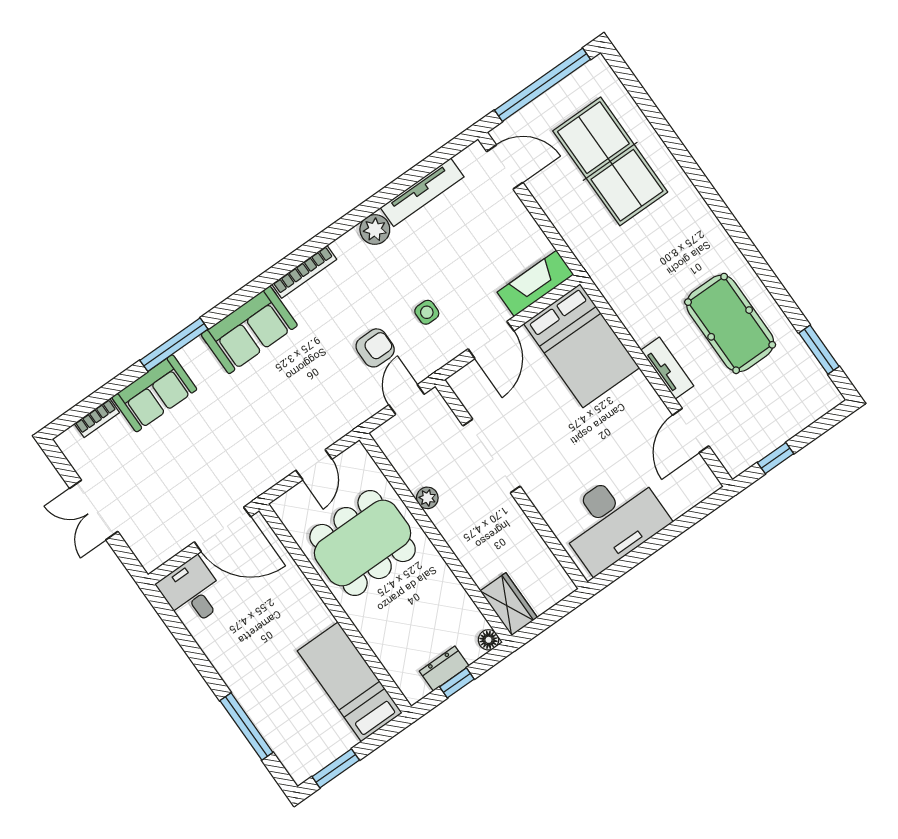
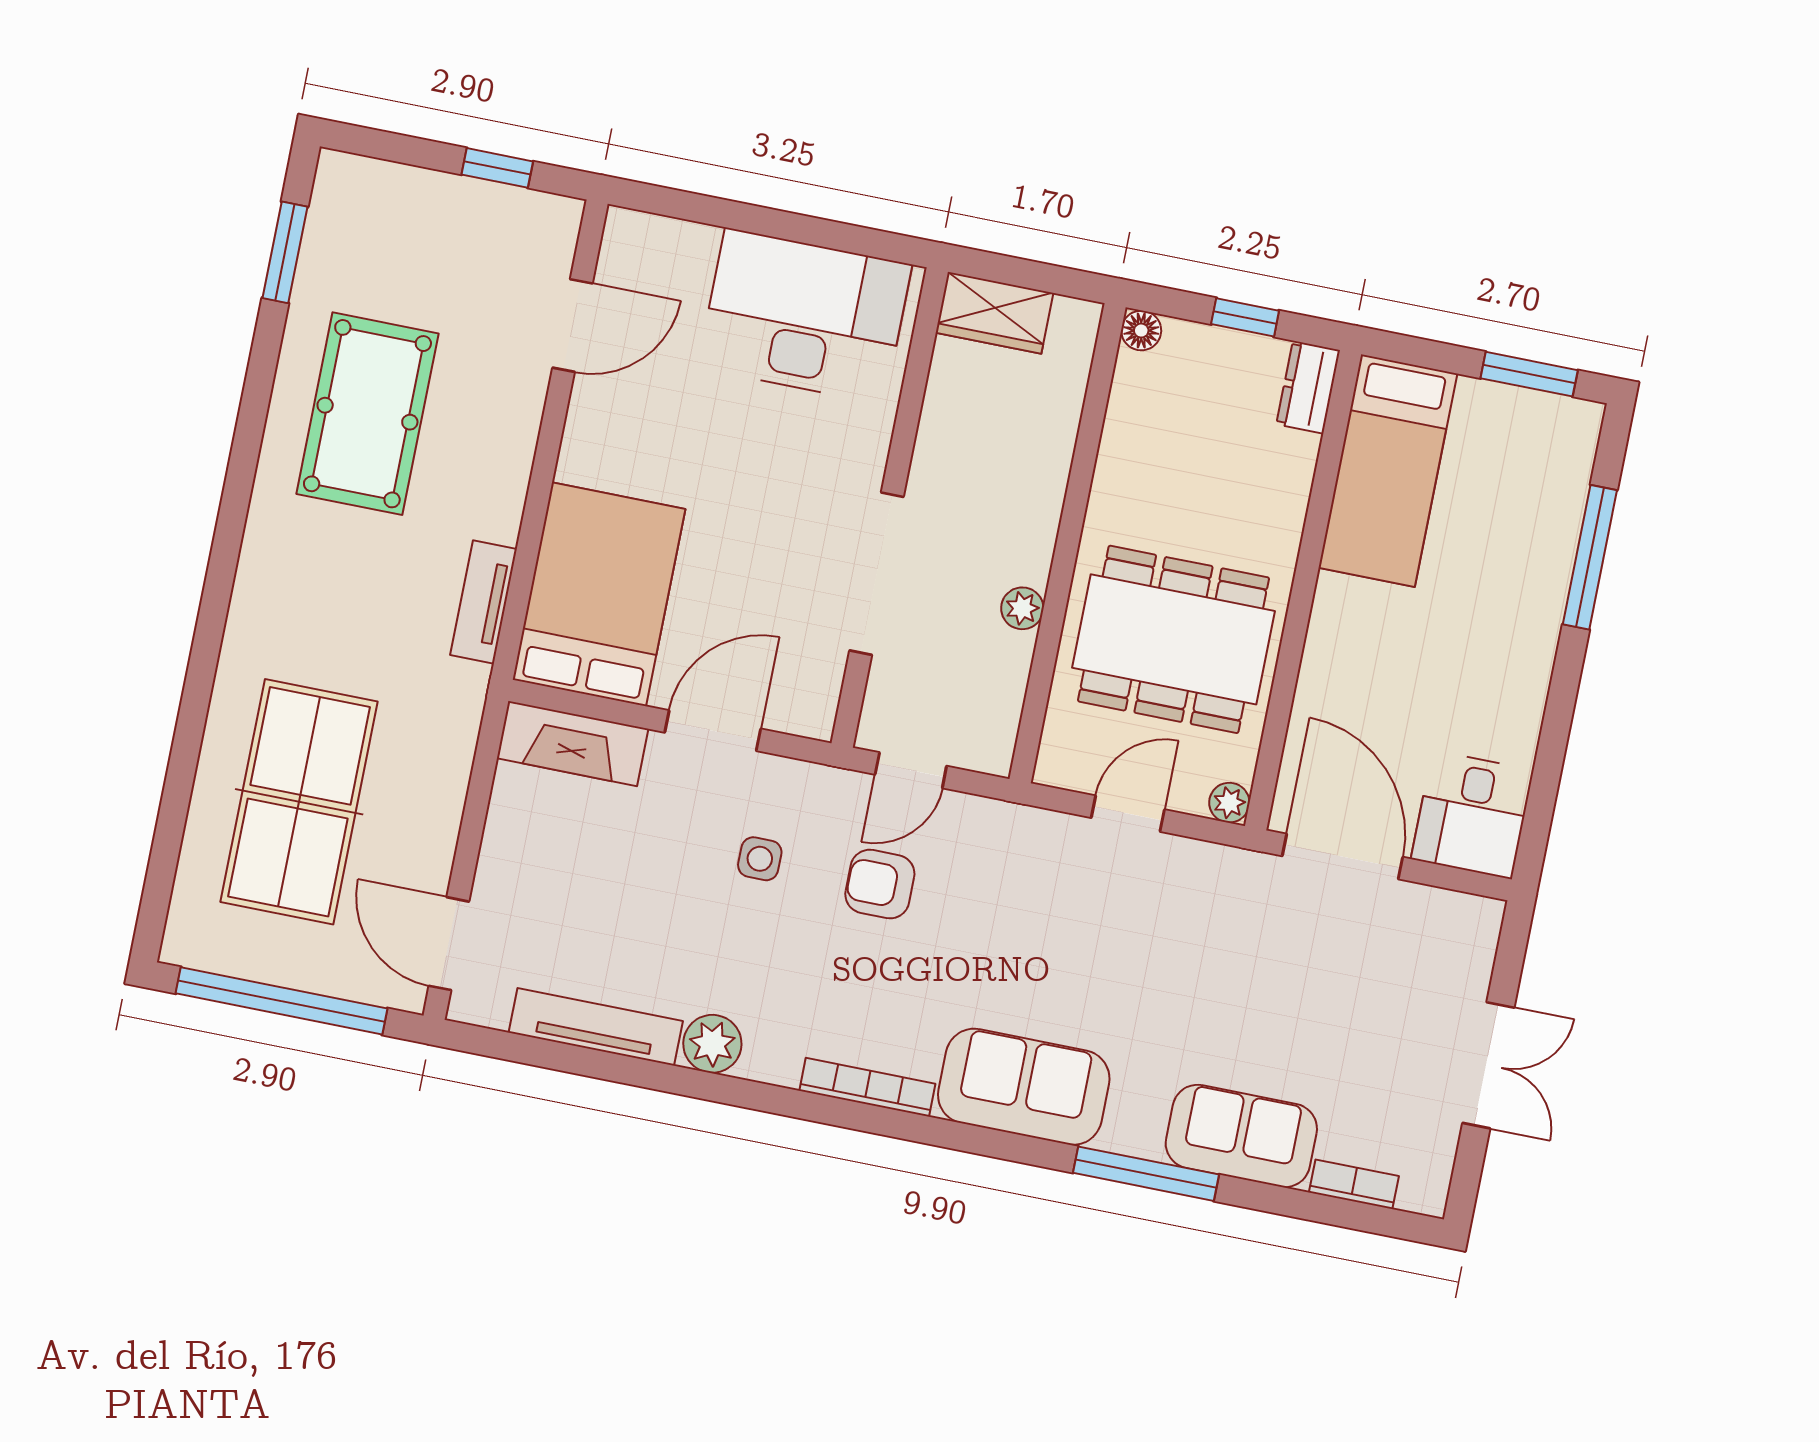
tv unit: (667, 368) -> (483, 602), moved
plant: (282, 506) -> (1229, 803), added
wardrobe: (509, 604) -> (994, 313), moved, turned -90
dresser: (444, 668) -> (1308, 387), moved, turned 90

